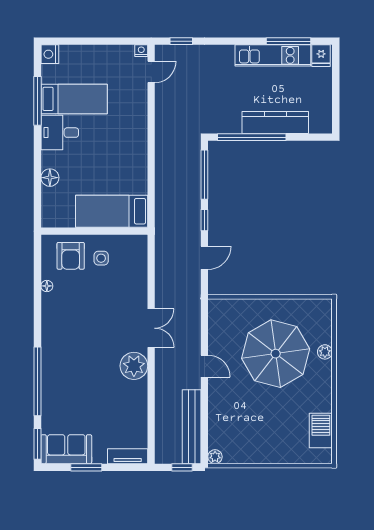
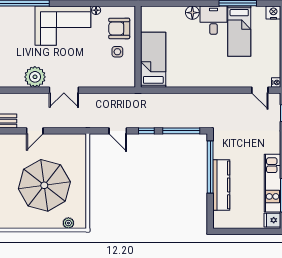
floor lamp: (50, 178) -> (192, 13), moved
corner sofa: (67, 329) -> (63, 26), added
plant: (325, 352) -> (68, 223), moved

